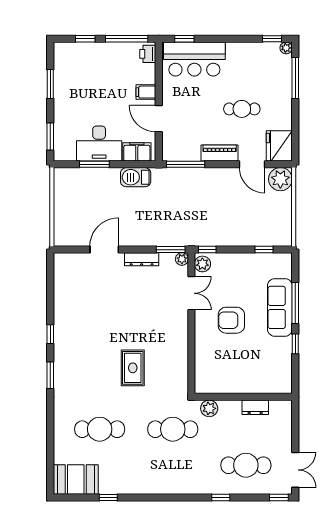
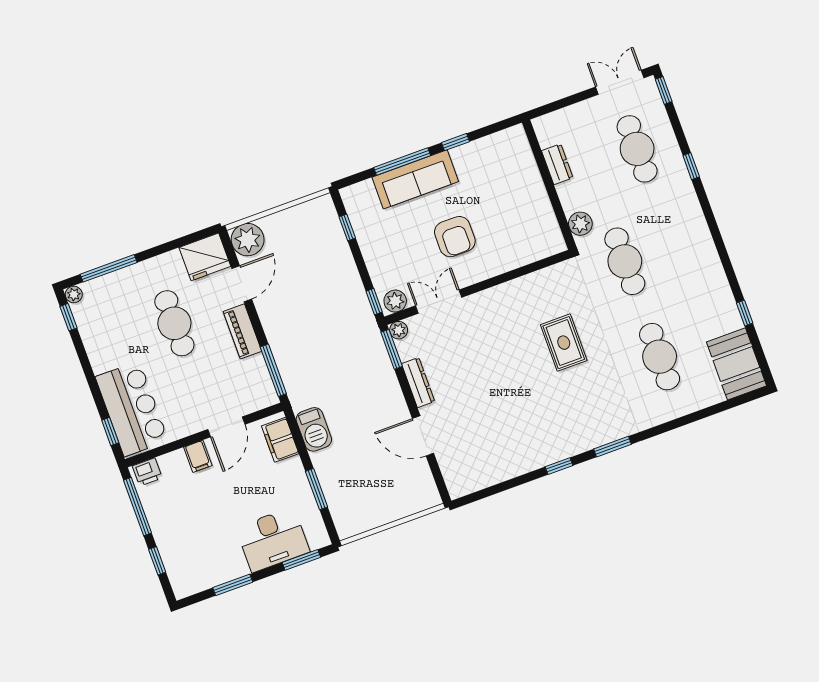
cafe table: (242, 109) -> (174, 323), width x1.37, depth x1.35
desk: (99, 144) -> (273, 540), moved, turned 90
rug: (133, 368) -> (564, 343), turned 90

